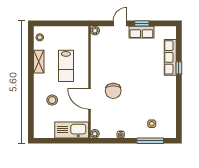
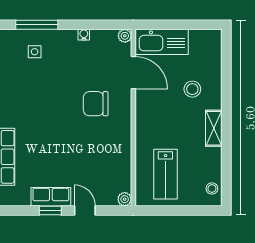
door: (120, 23) -> (85, 210), swing flipped
shelving: (39, 62) -> (214, 128), moved
lab bench: (66, 66) -> (165, 174), moved, turned 180
chair: (113, 91) -> (96, 104), turned -90
door: (89, 99) -> (133, 73), moved

